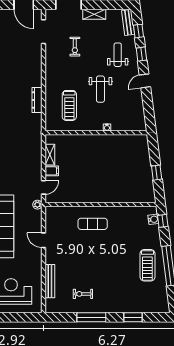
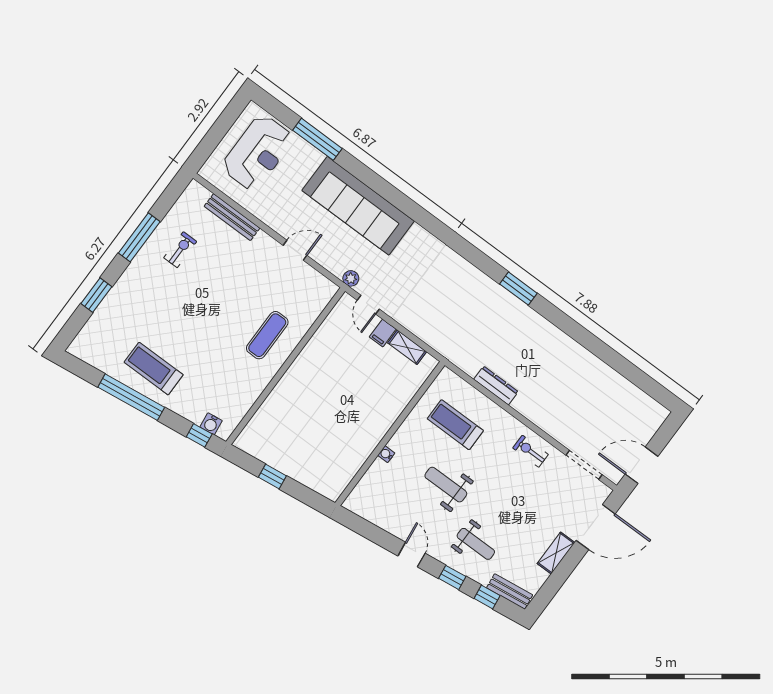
exercise bike: (75, 47) -> (530, 451), moved

